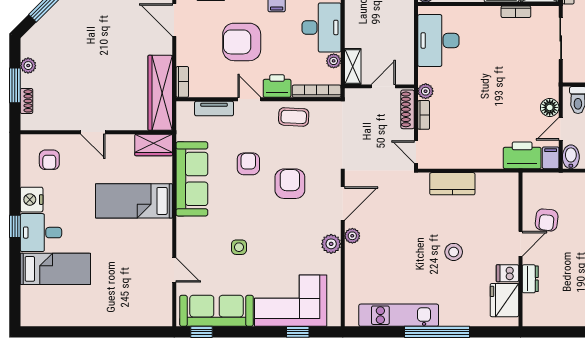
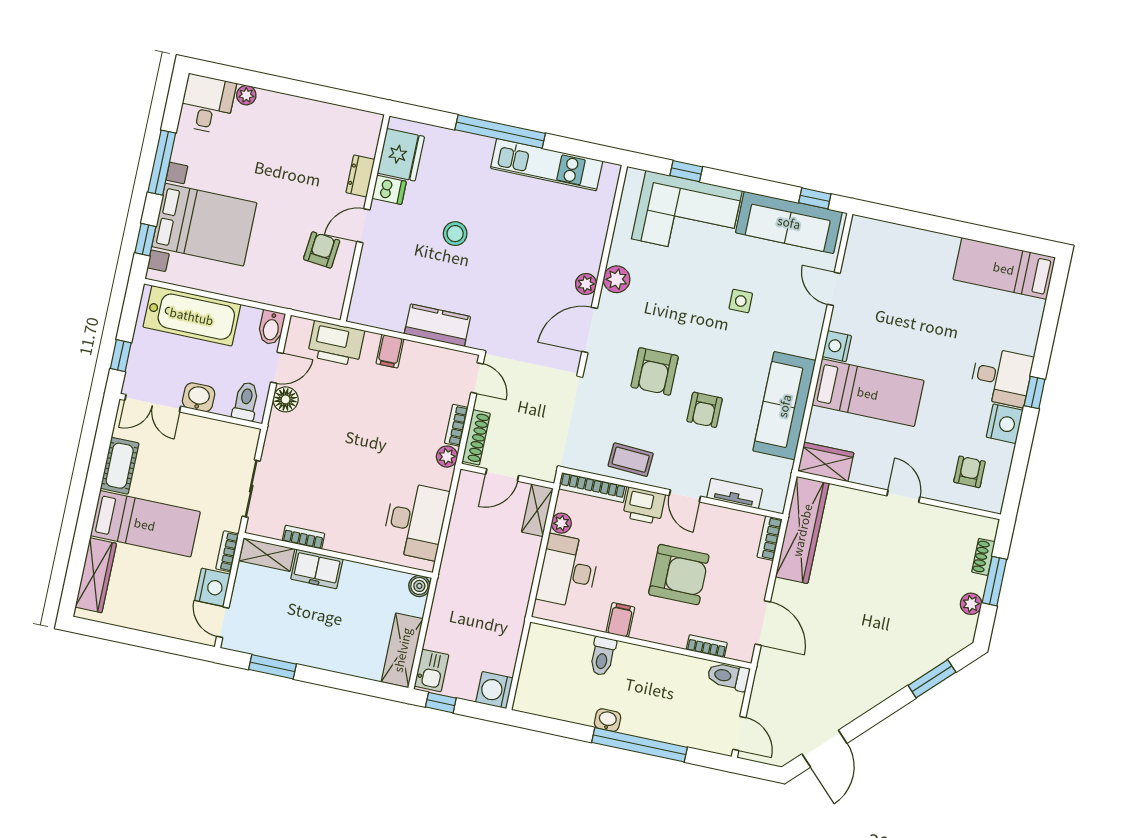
filing cabinet: (551, 158) -> (390, 351), moved
nightstand: (163, 229) -> (837, 346), added
bed: (55, 269) -> (1004, 268), moved

